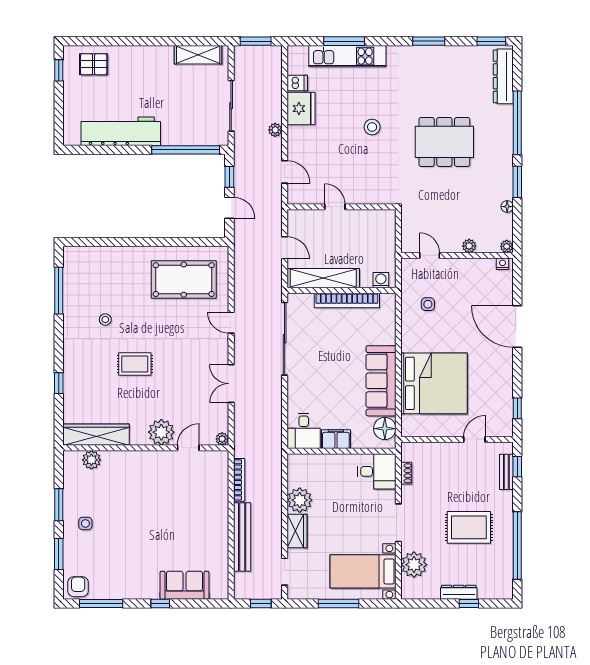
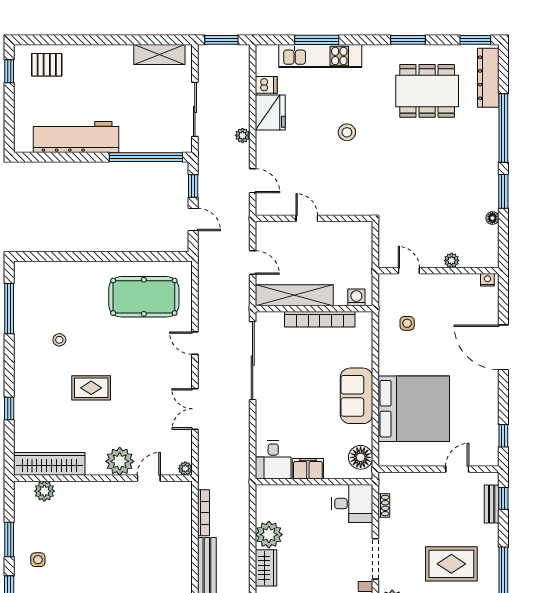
dining table: (444, 142) -> (427, 91), moved
plant: (507, 246) -> (492, 261), removed
sofa: (381, 381) -> (357, 396), width x0.73

